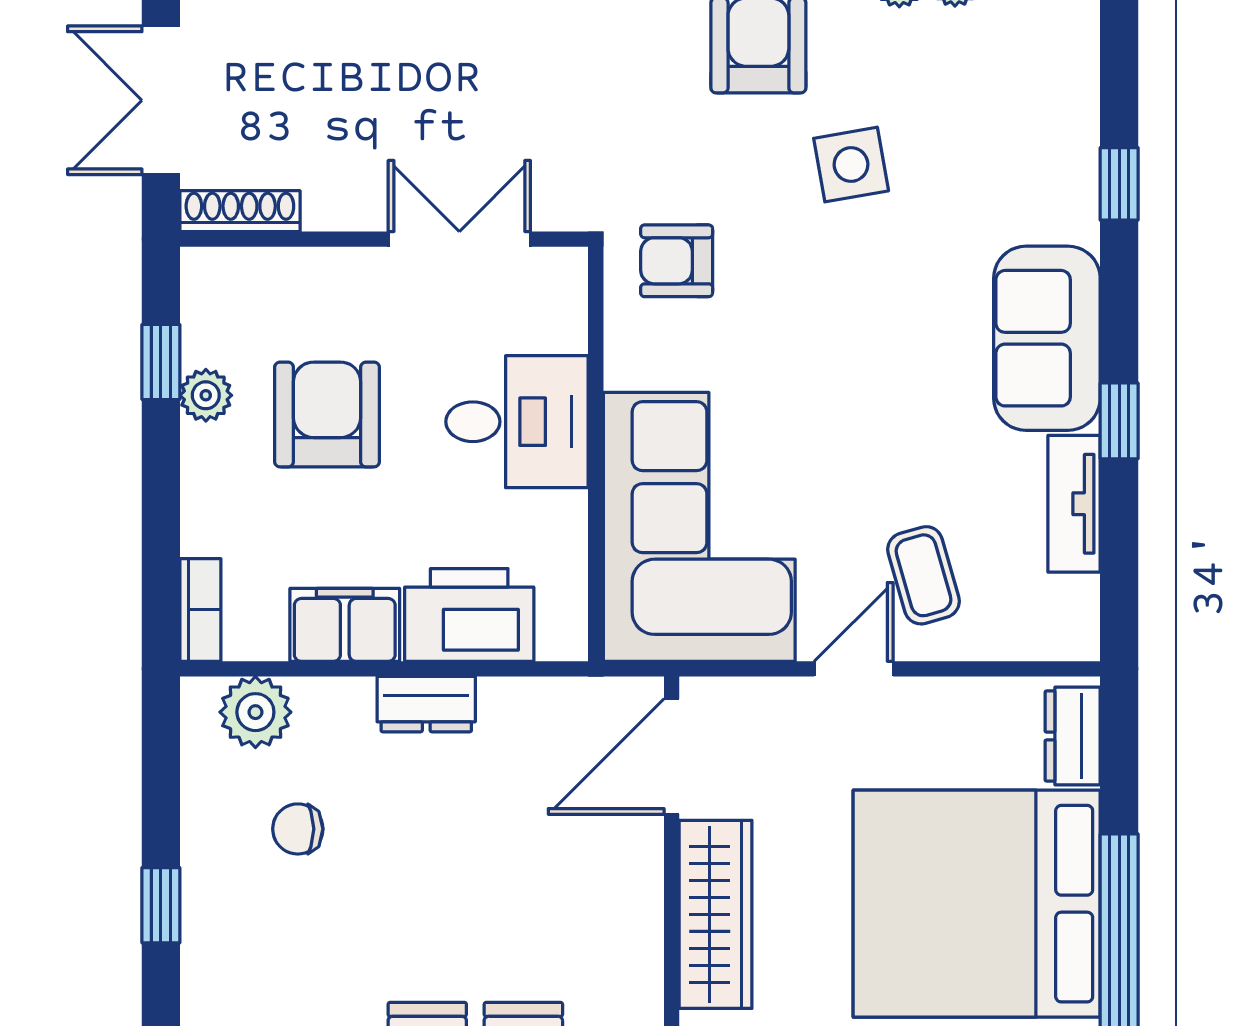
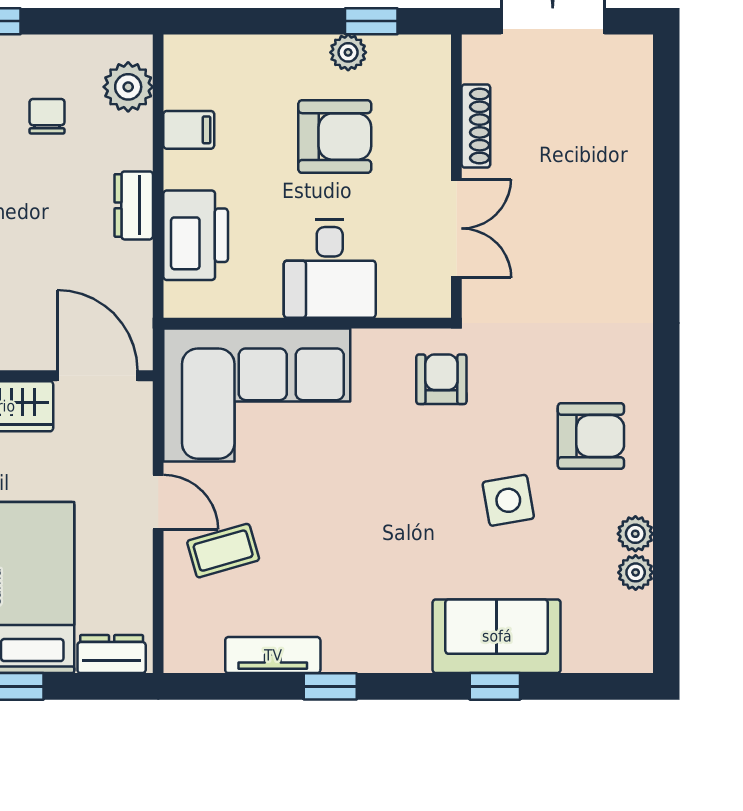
shoe rack: (240, 211) -> (476, 126), moved
sofa: (1047, 338) -> (497, 636), moved
bookcase: (200, 610) -> (199, 49), removed
filing cabinet: (345, 625) -> (189, 130), width x0.50

